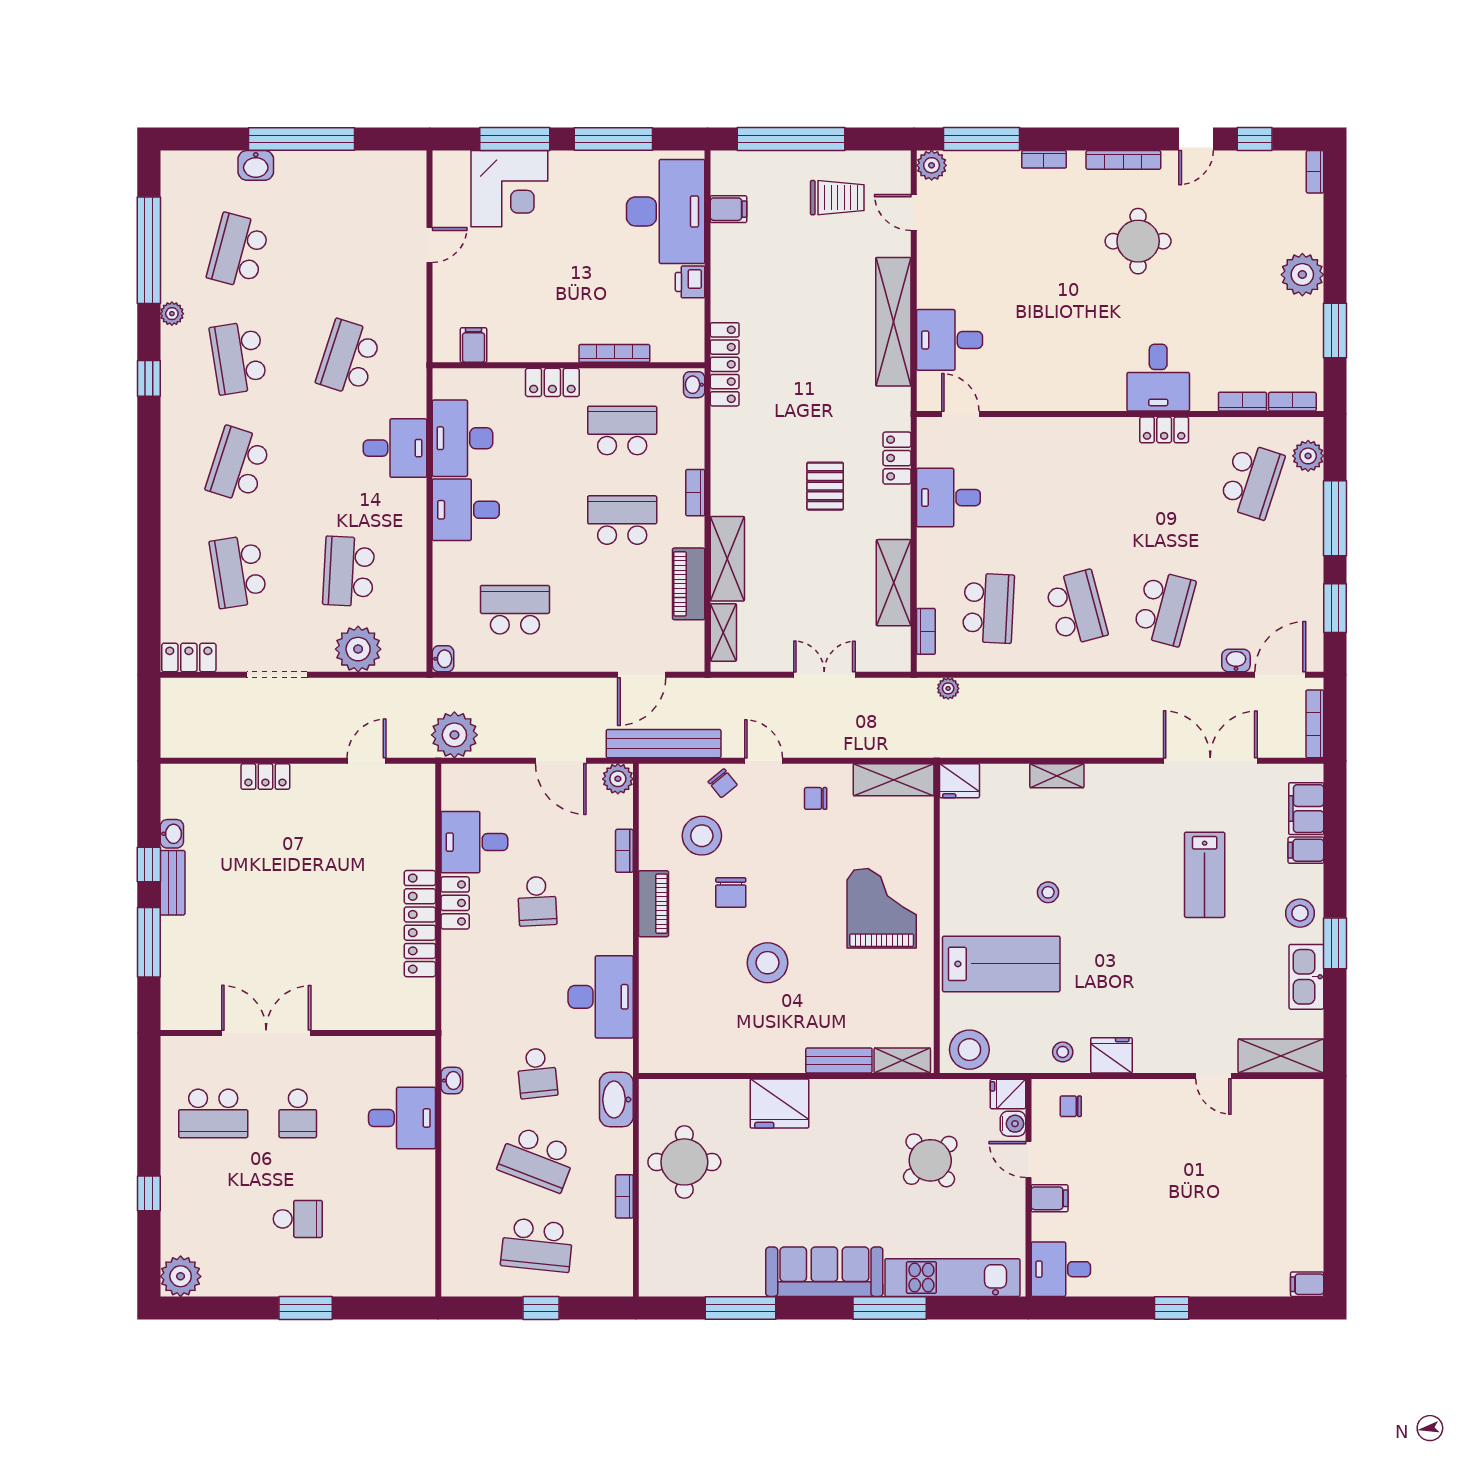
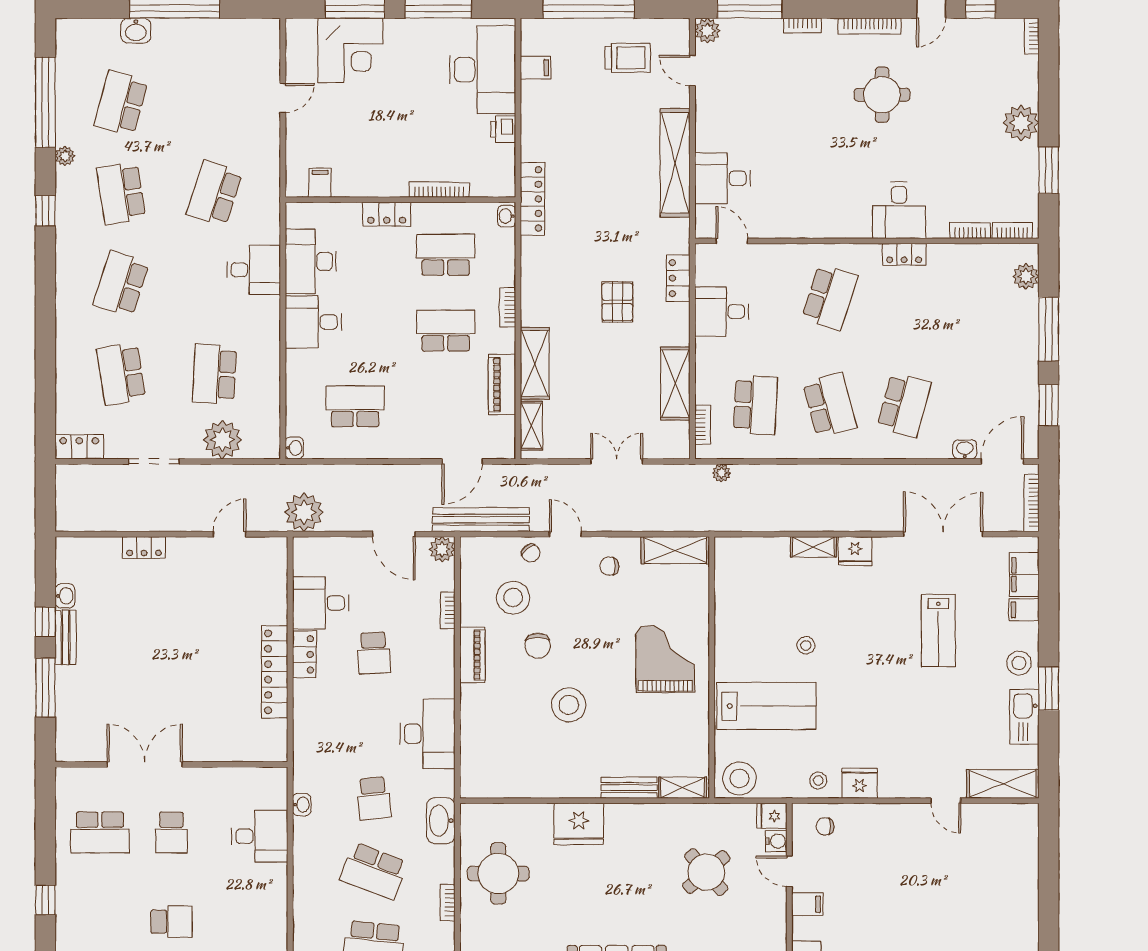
school desk: (1252, 481) -> (830, 297), moved
fridge: (959, 781) -> (855, 551), moved

